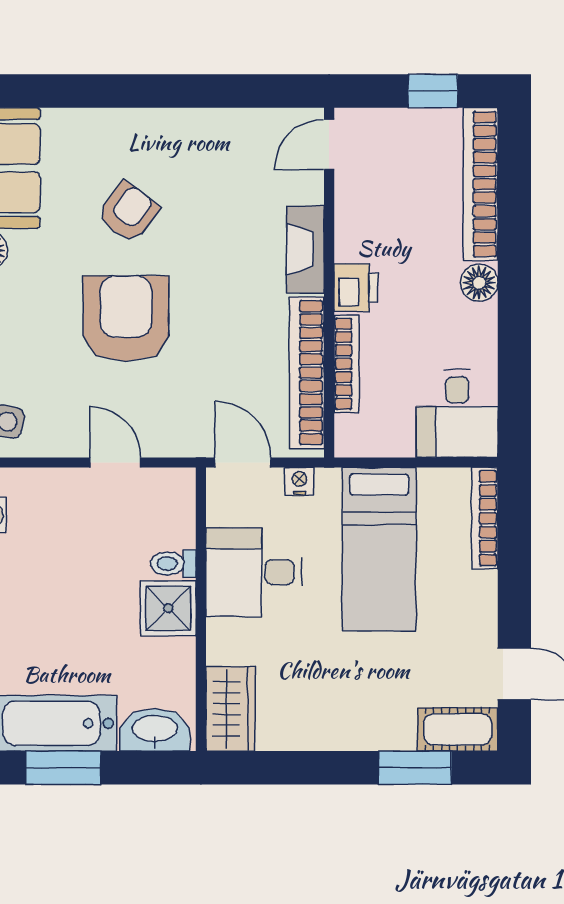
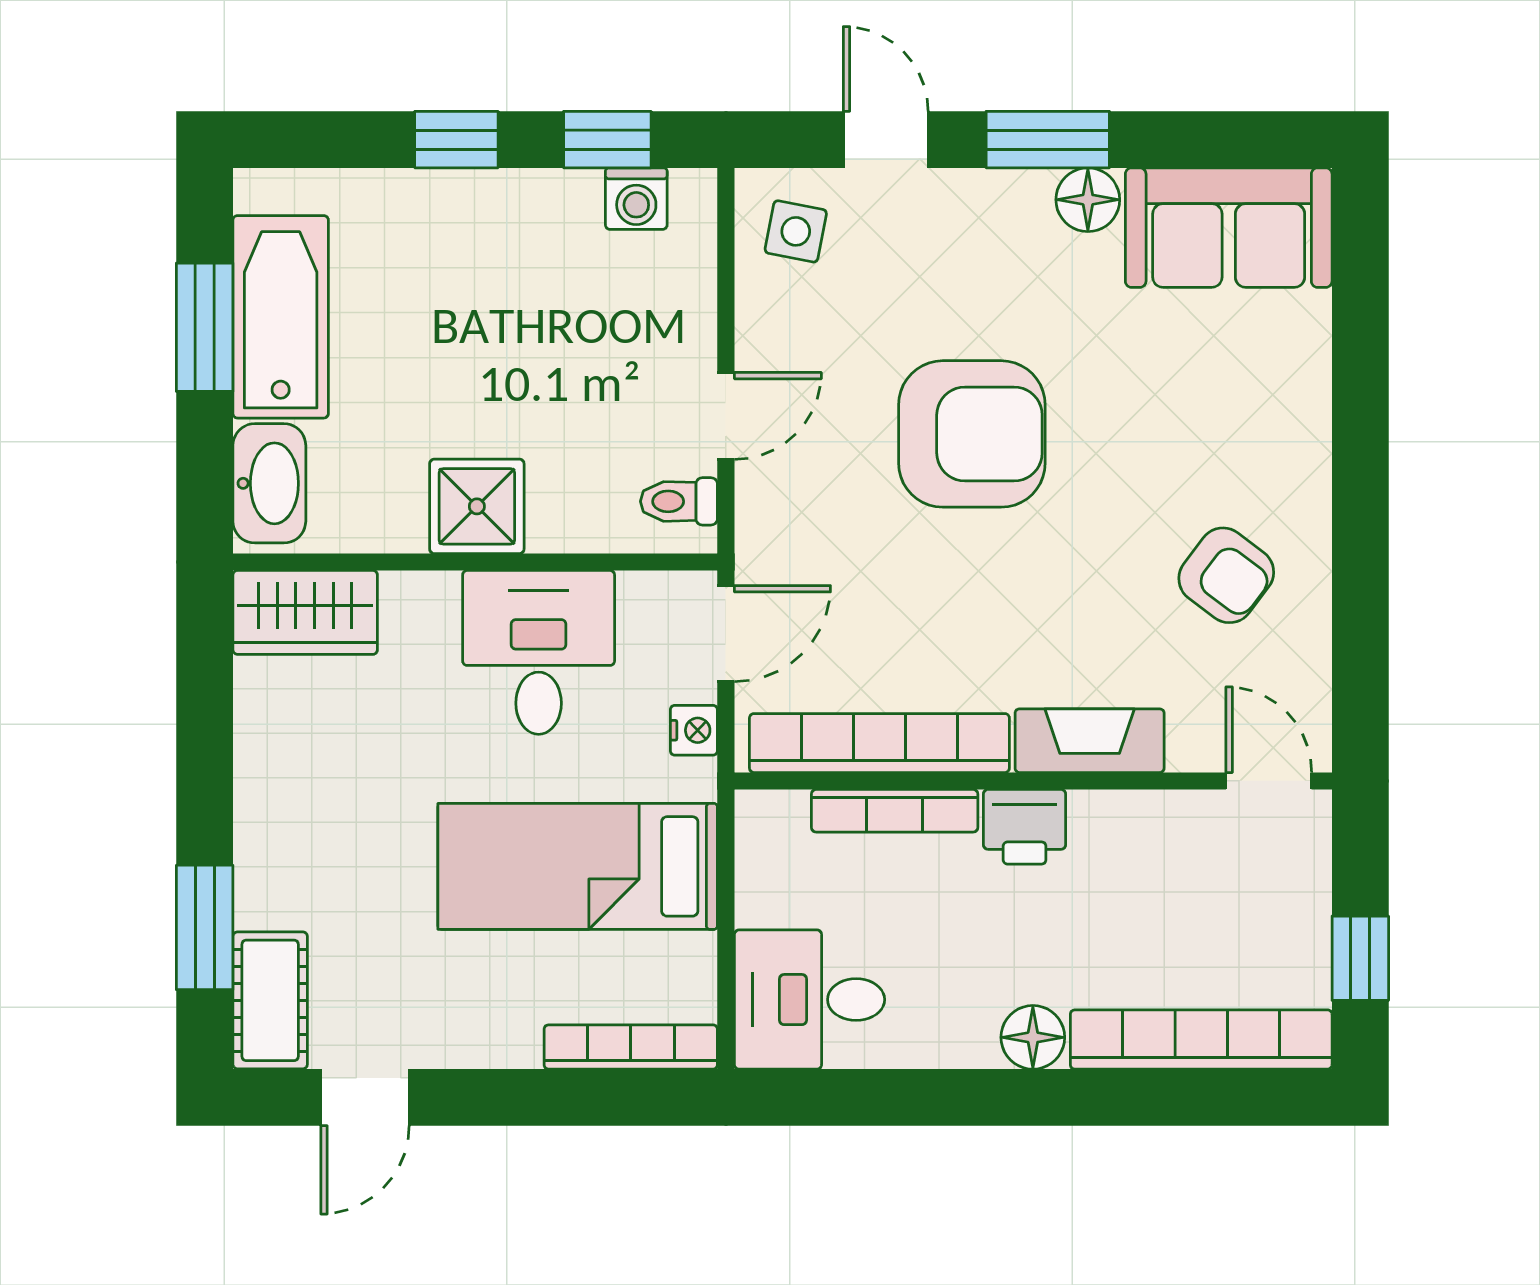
armchair: (128, 212) -> (1226, 575), moved
toilet: (173, 564) -> (679, 501), moved, turned -90

